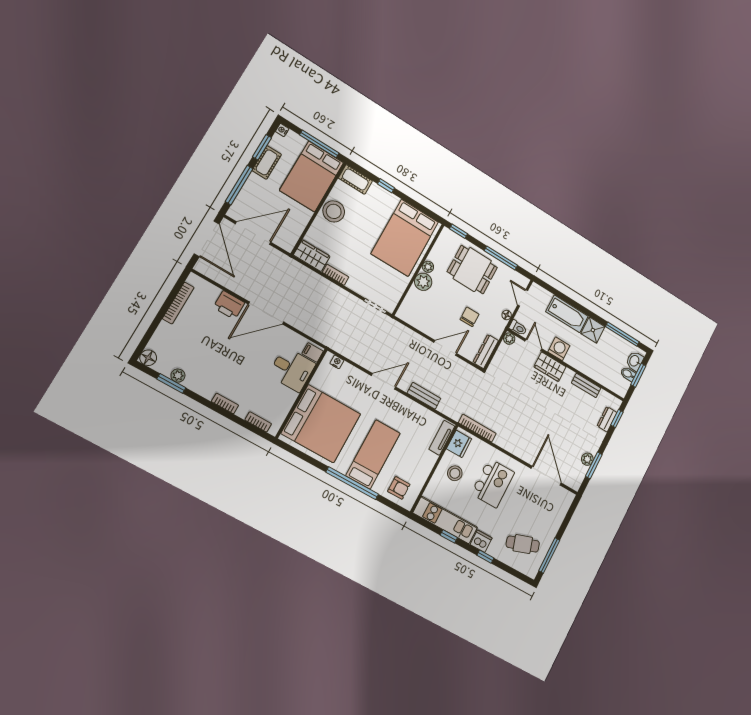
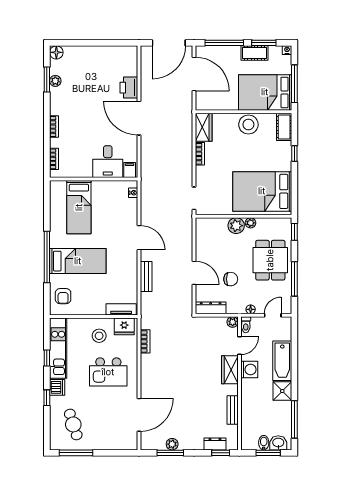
bookcase: (178, 303) -> (109, 50), removed
bed: (321, 424) -> (79, 207), width x0.49
bookcase: (477, 428) -> (145, 341), width x0.64

